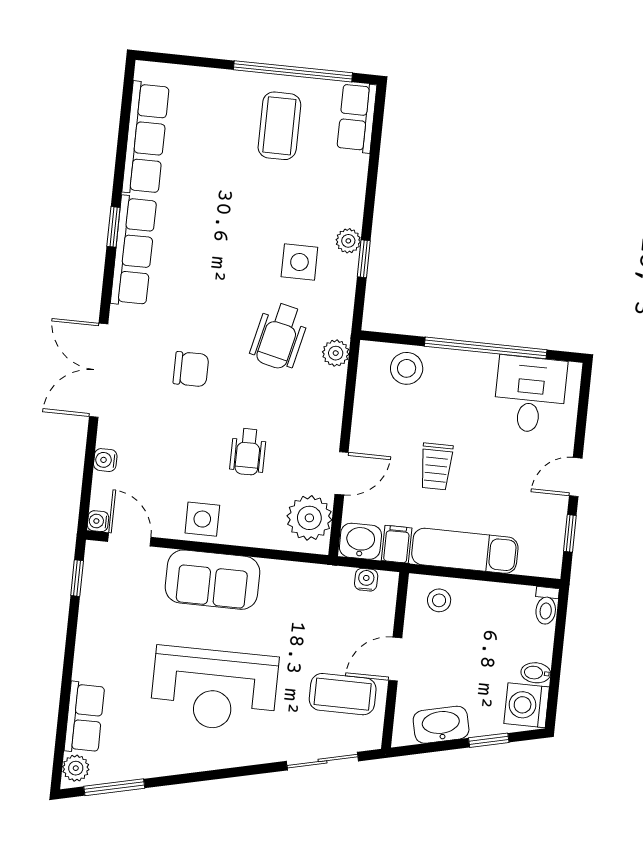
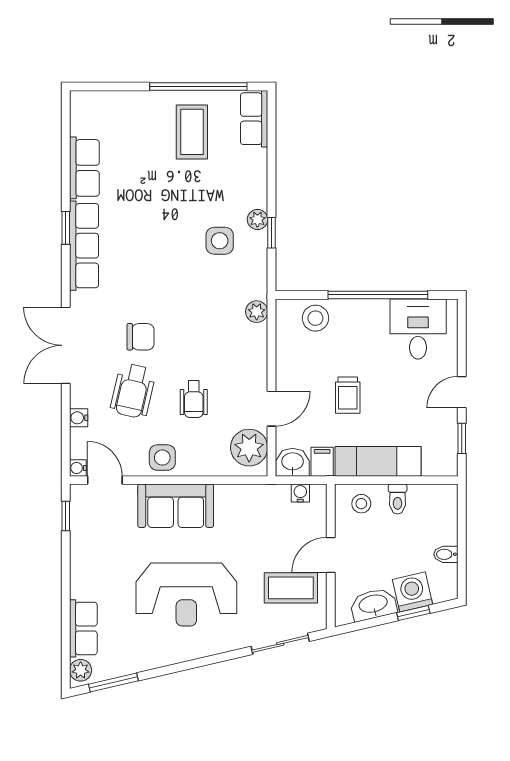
row of seats: (146, 138) -> (84, 168), width x0.68
wheelchair: (279, 336) -> (133, 391), moved
toilet: (546, 606) -> (398, 499), moved
washing machine: (527, 705) -> (413, 592), moved, turned 77

